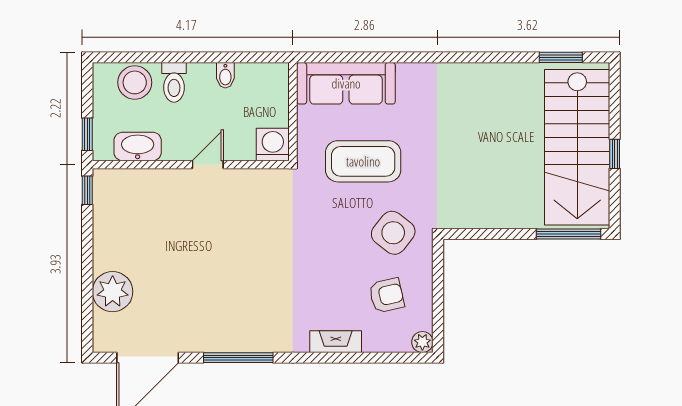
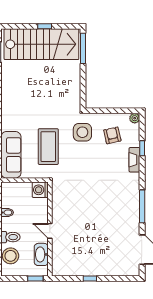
door: (208, 165) -> (50, 231), moved
window: (87, 190) -> (90, 279), moved
side table: (393, 233) -> (82, 132), turned -38
plant: (113, 292) -> (111, 266), removed
window: (360, 358) -> (142, 148), added

